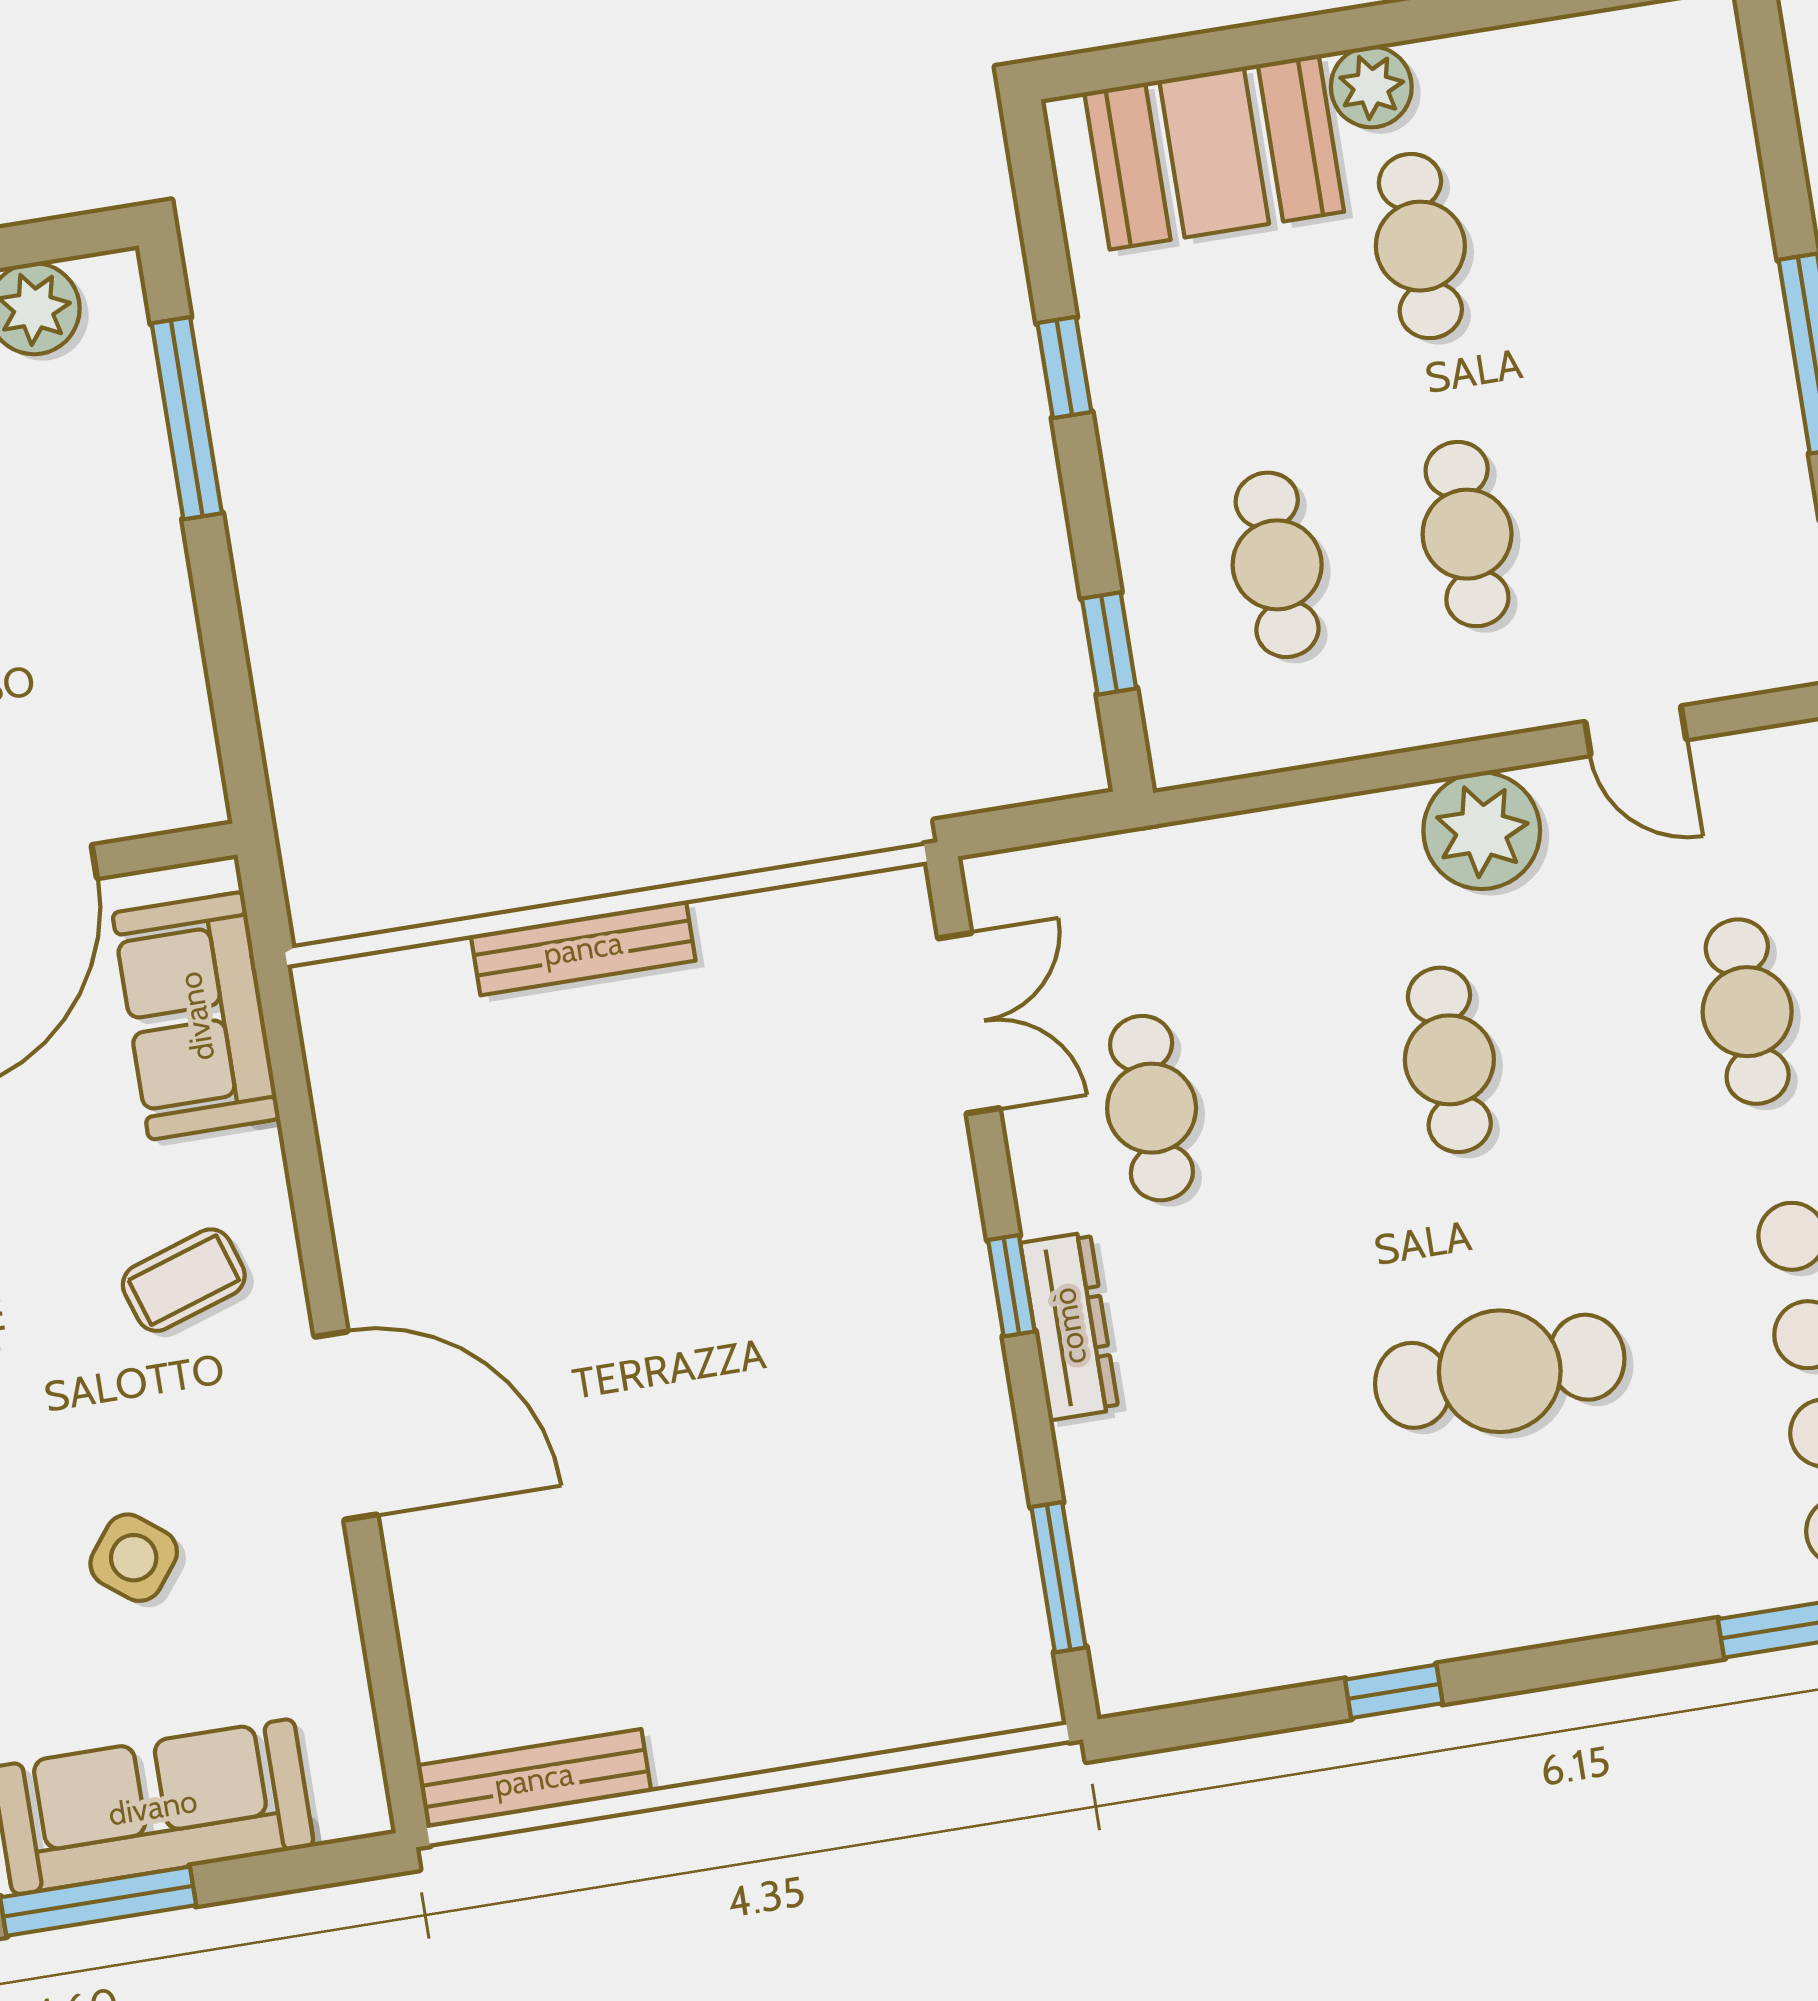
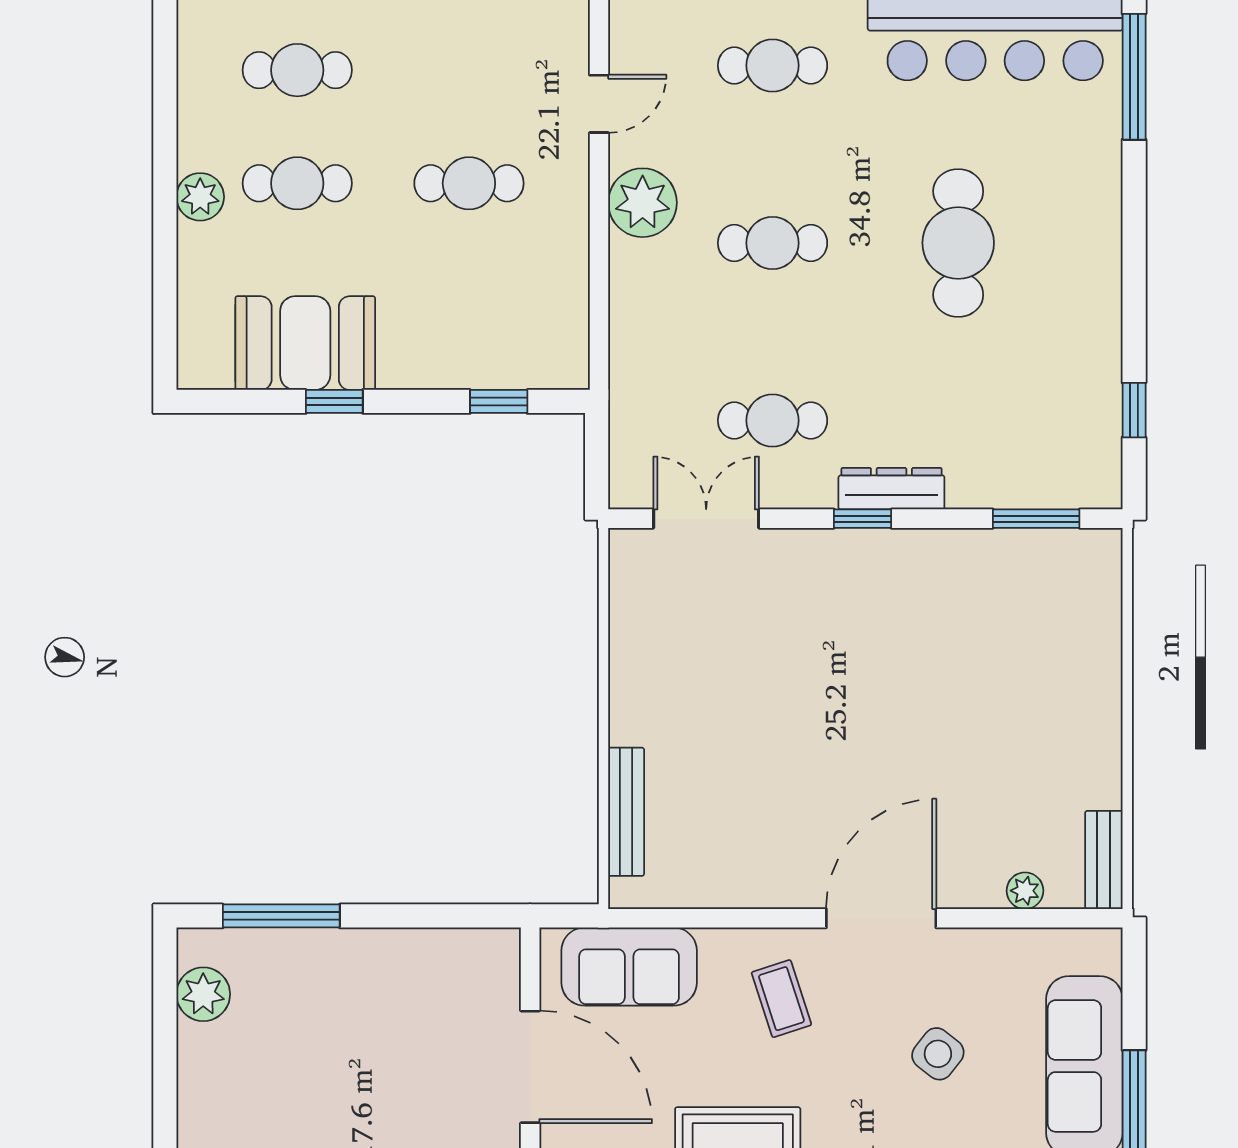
booth: (1214, 152) -> (305, 343), moved, turned 90
cafe table: (1277, 565) -> (297, 70), moved
bench: (583, 948) -> (626, 812), moved
plant: (431, 1659) -> (1025, 891), added
window: (1394, 1691) -> (1134, 410), moved
bench: (534, 1779) -> (1104, 860), width x0.73

